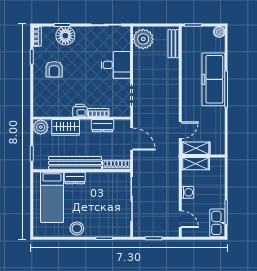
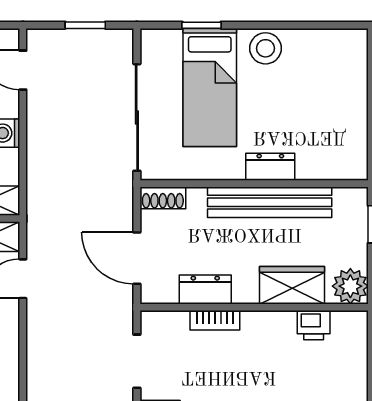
printer: (80, 110) -> (314, 325), moved
shoe rack: (116, 165) -> (163, 198), width x0.70
bed: (52, 197) -> (210, 88), moved, turned 180

